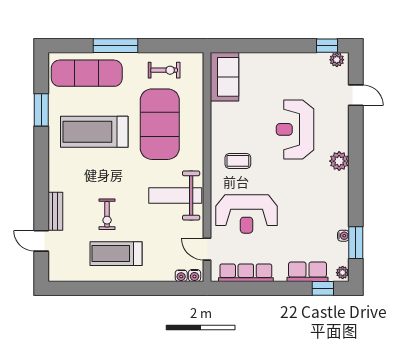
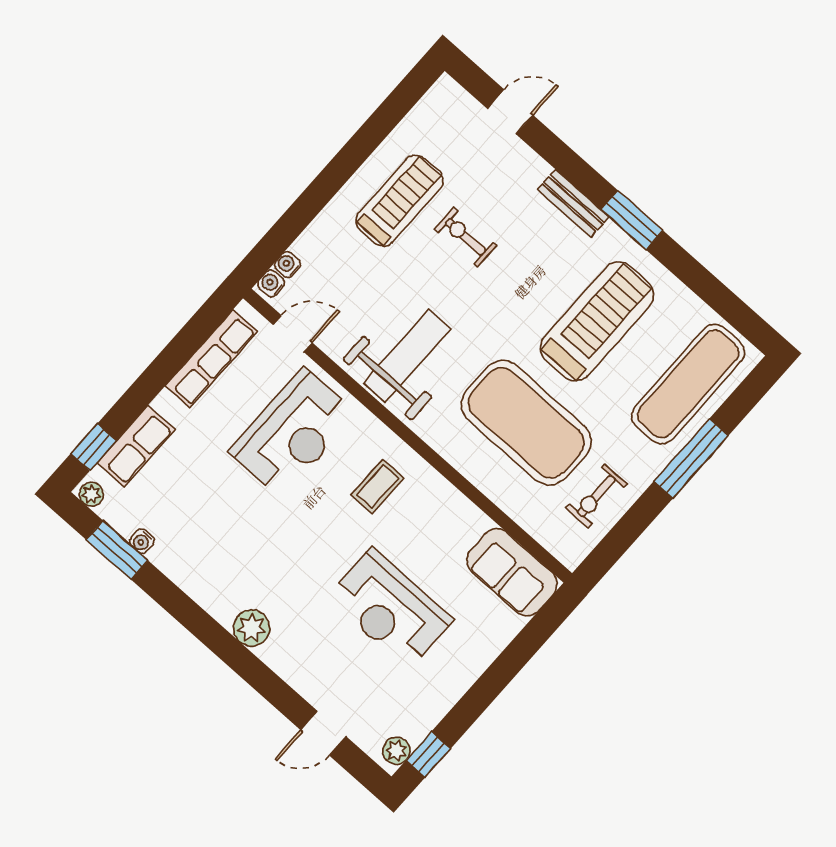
window: (41, 110) -> (632, 220), moved
reception desk: (295, 129) -> (390, 609), moved, turned 180
bench: (55, 211) -> (573, 203), moved
reception desk: (247, 214) -> (293, 433), turned 180

